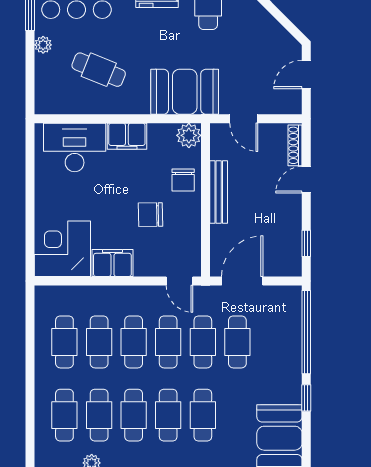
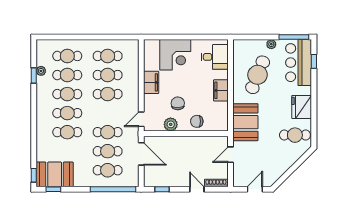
cafe table: (99, 70) -> (258, 75), width x1.37, depth x1.35
door: (306, 74) -> (255, 189), hinge flipped
plant: (189, 135) -> (171, 124), moved
desk: (75, 147) -> (215, 57), width x0.73
bench: (219, 192) -> (190, 141), removed
corner desk: (62, 249) -> (175, 55), moved, turned 90
cafe table: (168, 342) -> (108, 170), moved
window: (306, 398) -> (53, 189), moved

